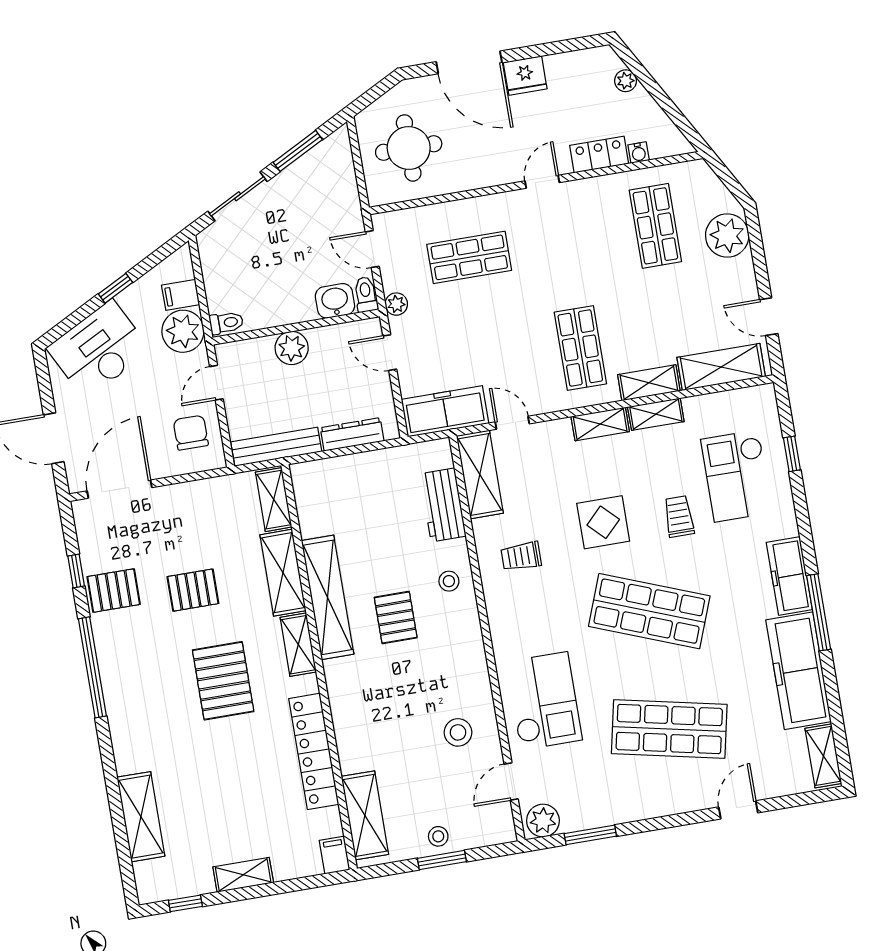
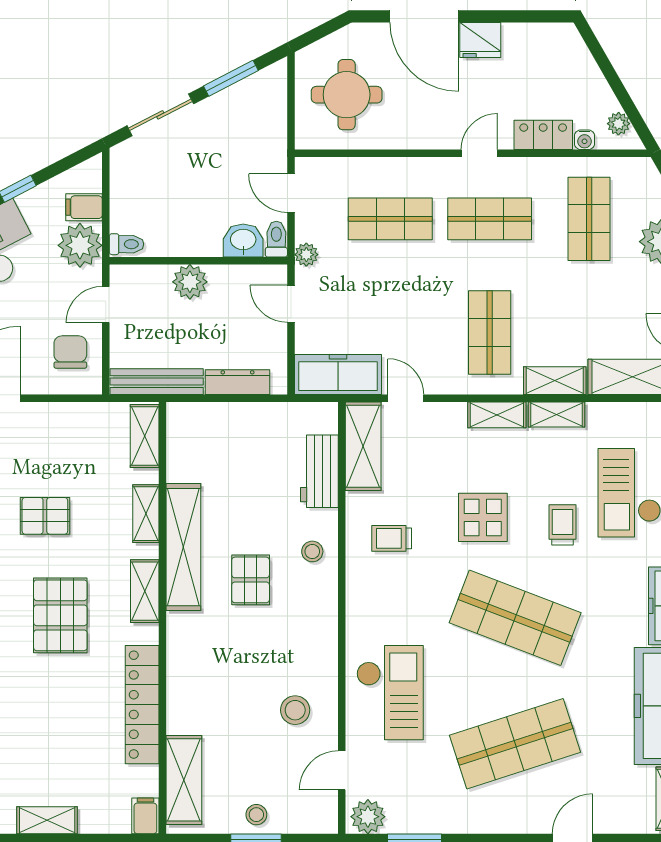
plant: (626, 81) -> (619, 124), moved
shop shelf: (562, 242) -> (490, 219), added
shelving: (283, 573) -> (146, 514), width x0.67, depth x0.75
shop shelf: (669, 729) -> (515, 744), turned -30

